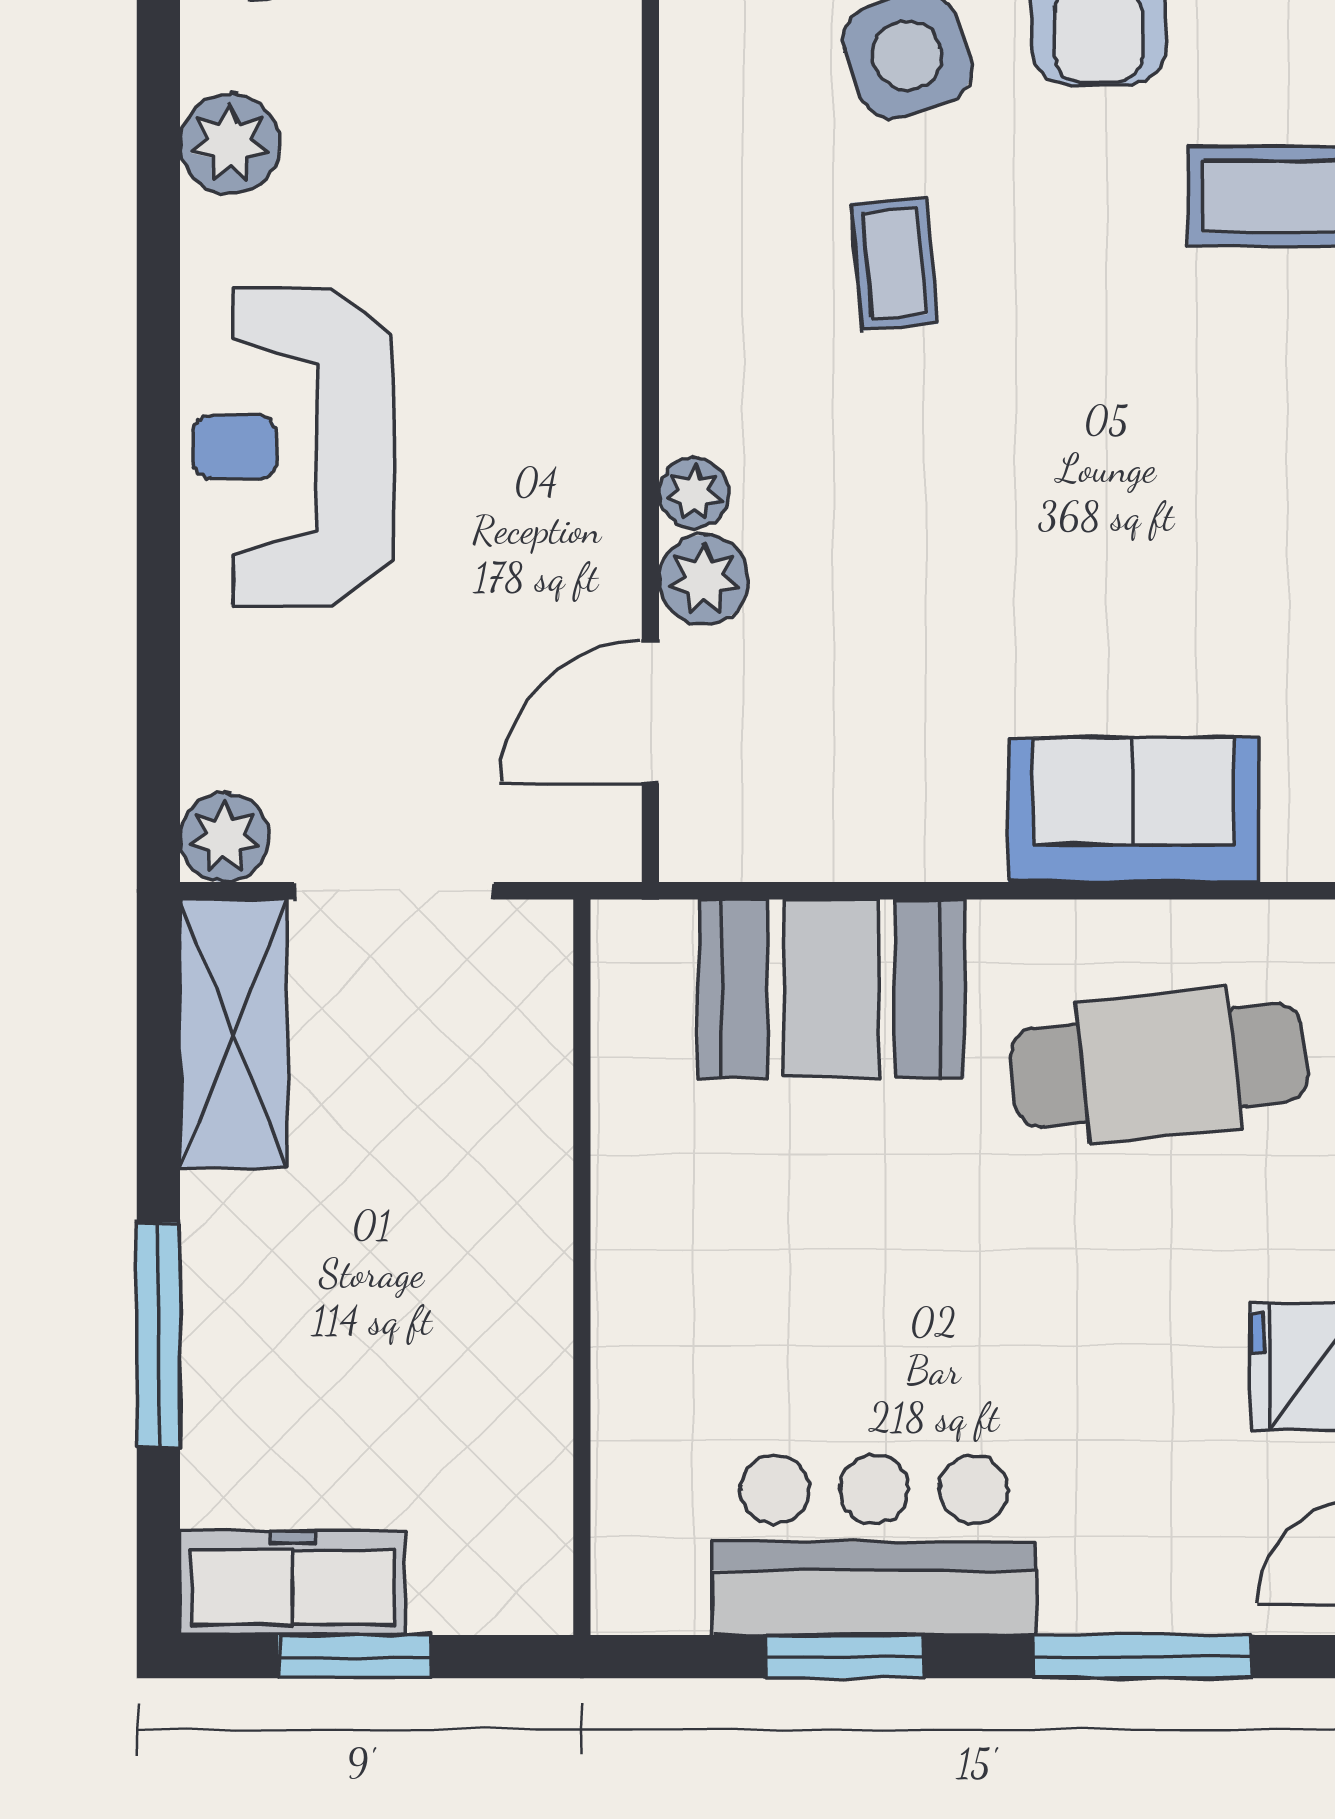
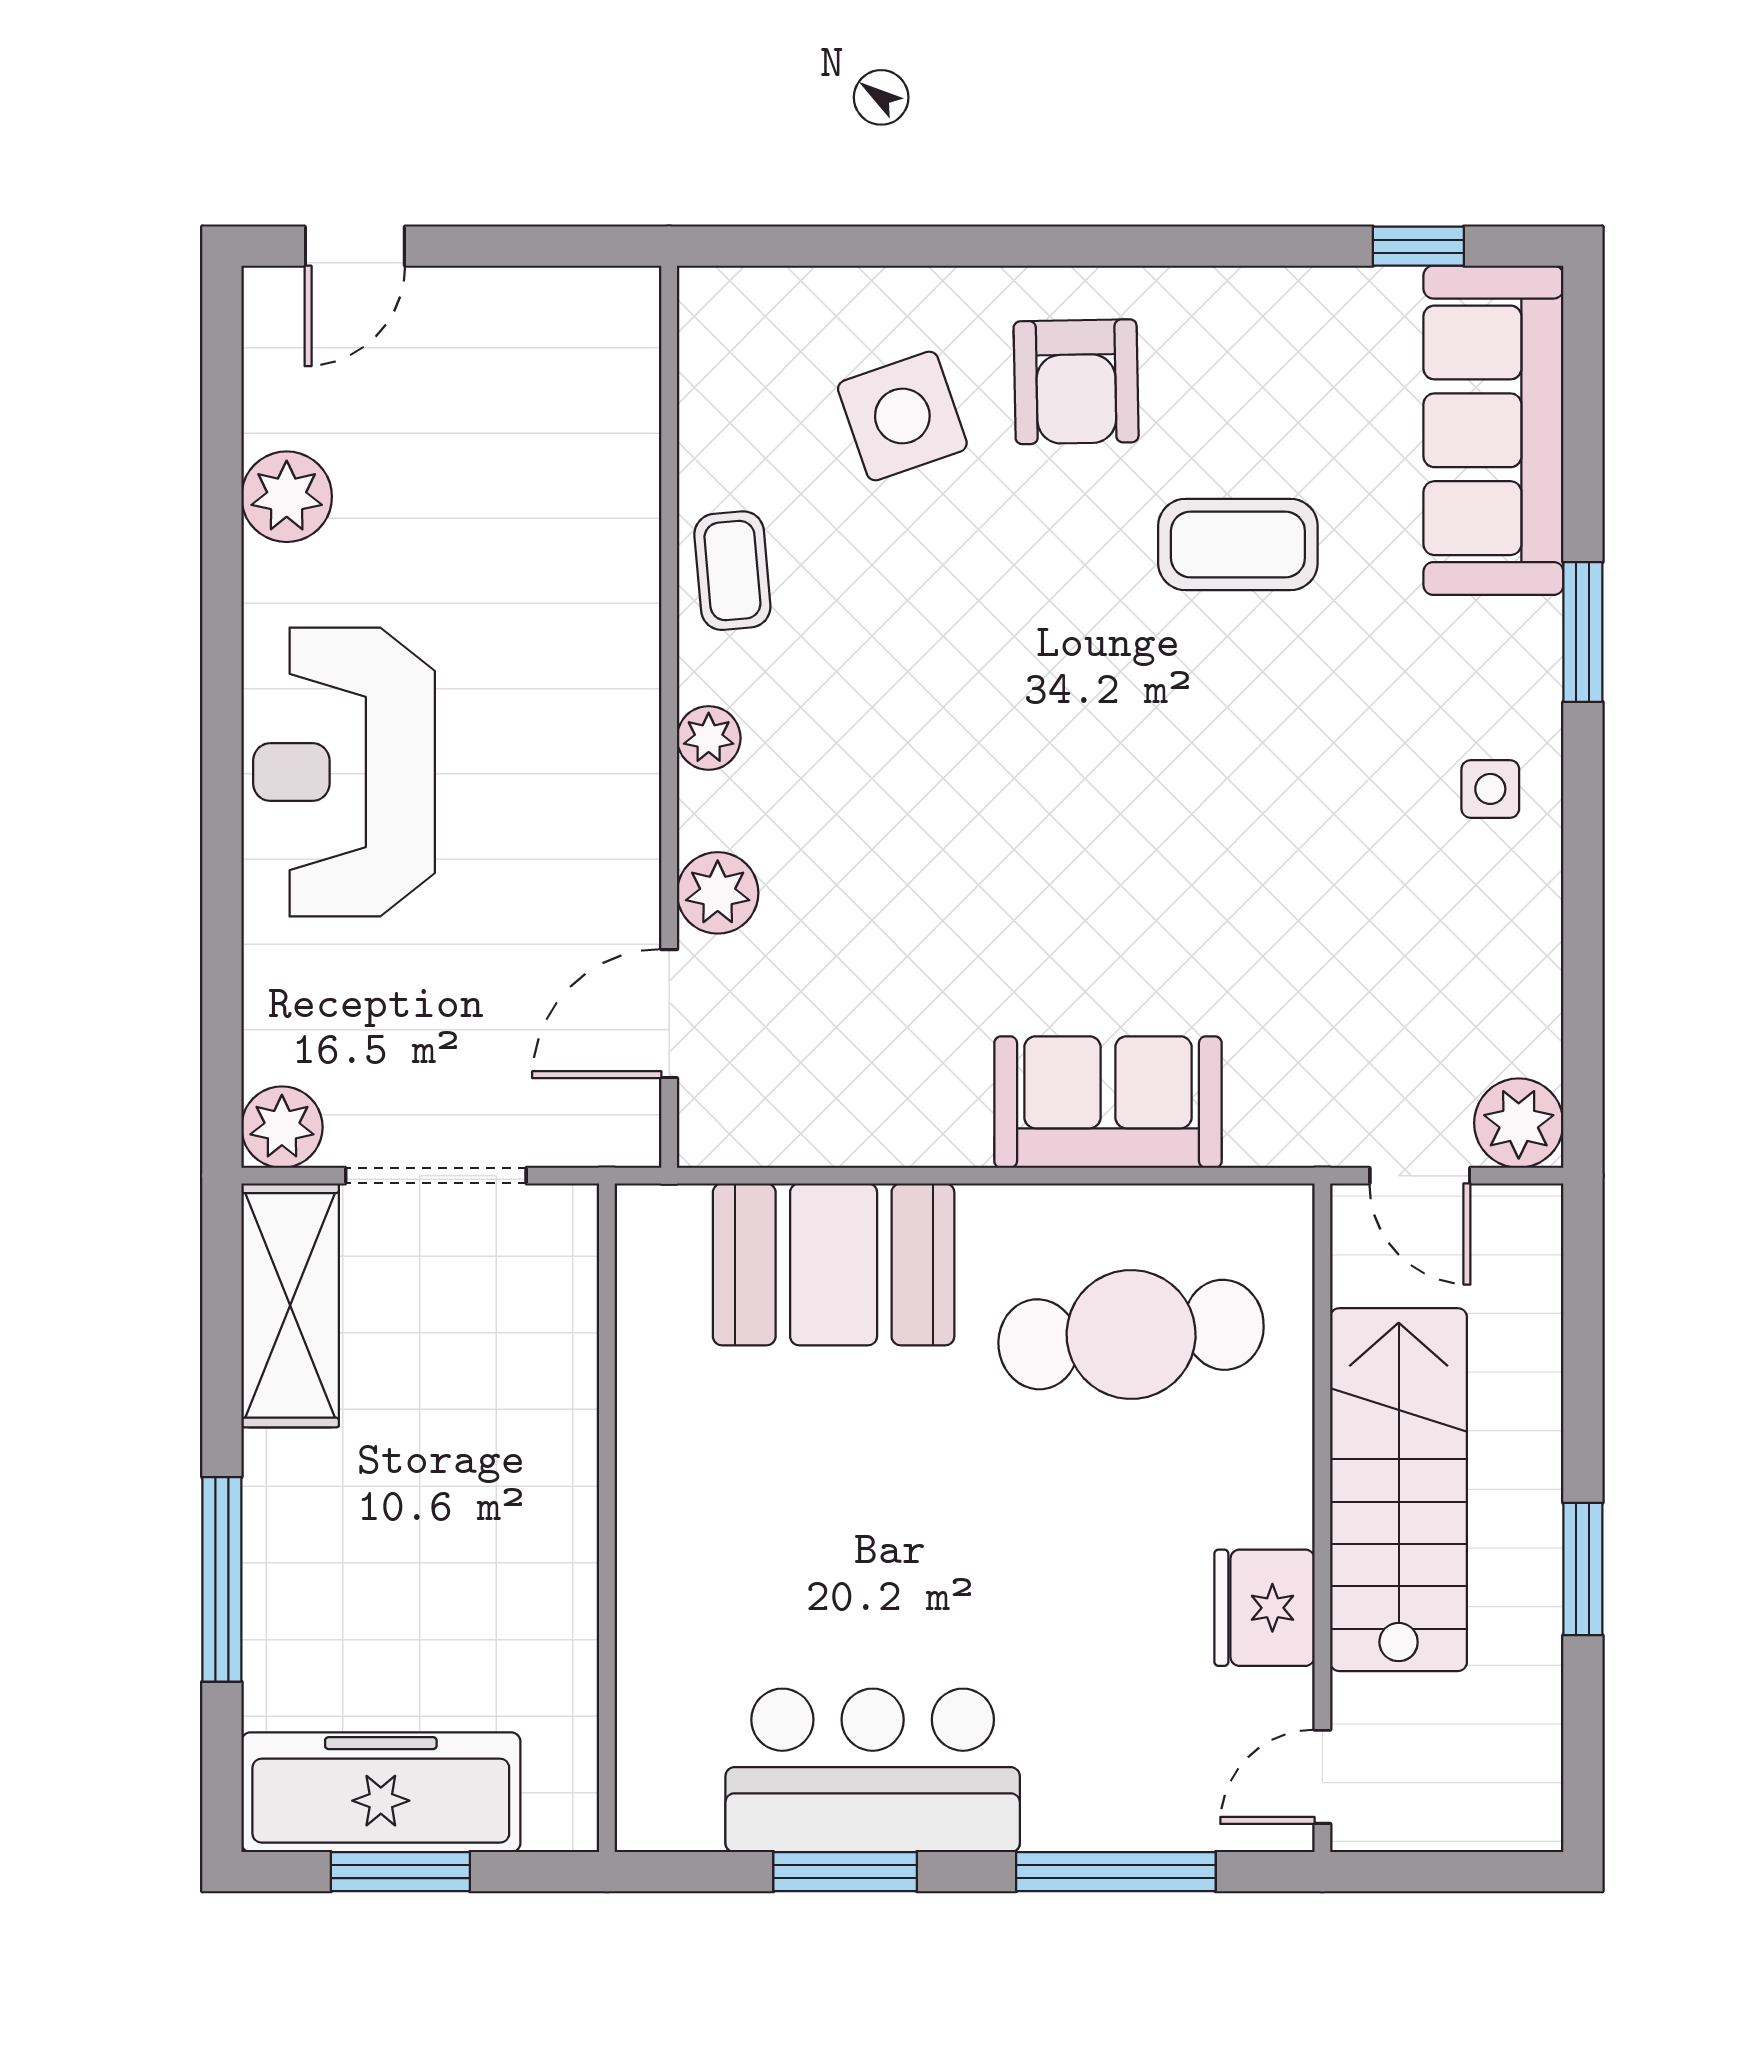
coffee table: (894, 263) -> (732, 571), moved
plant: (694, 493) -> (709, 738), moved
freezer: (292, 1583) -> (381, 1792), width x1.36, depth x1.26

